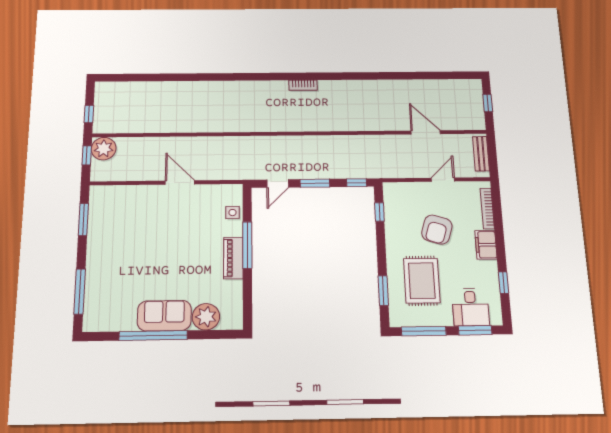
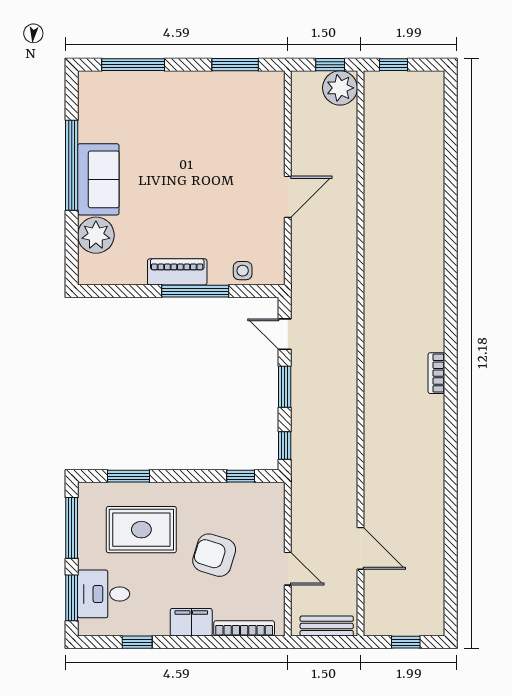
door: (426, 132) -> (360, 548), hinge flipped

